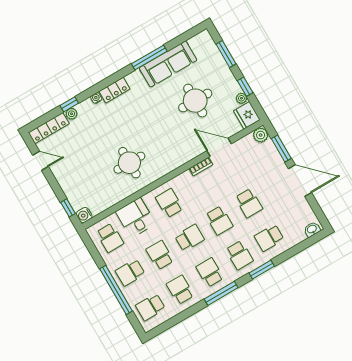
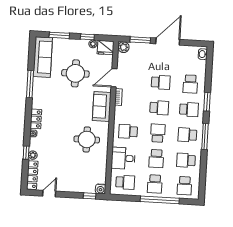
sofa: (168, 64) -> (43, 57), moved
sofa: (178, 155) -> (102, 106), added
school desk: (160, 255) -> (156, 159), turned -90

